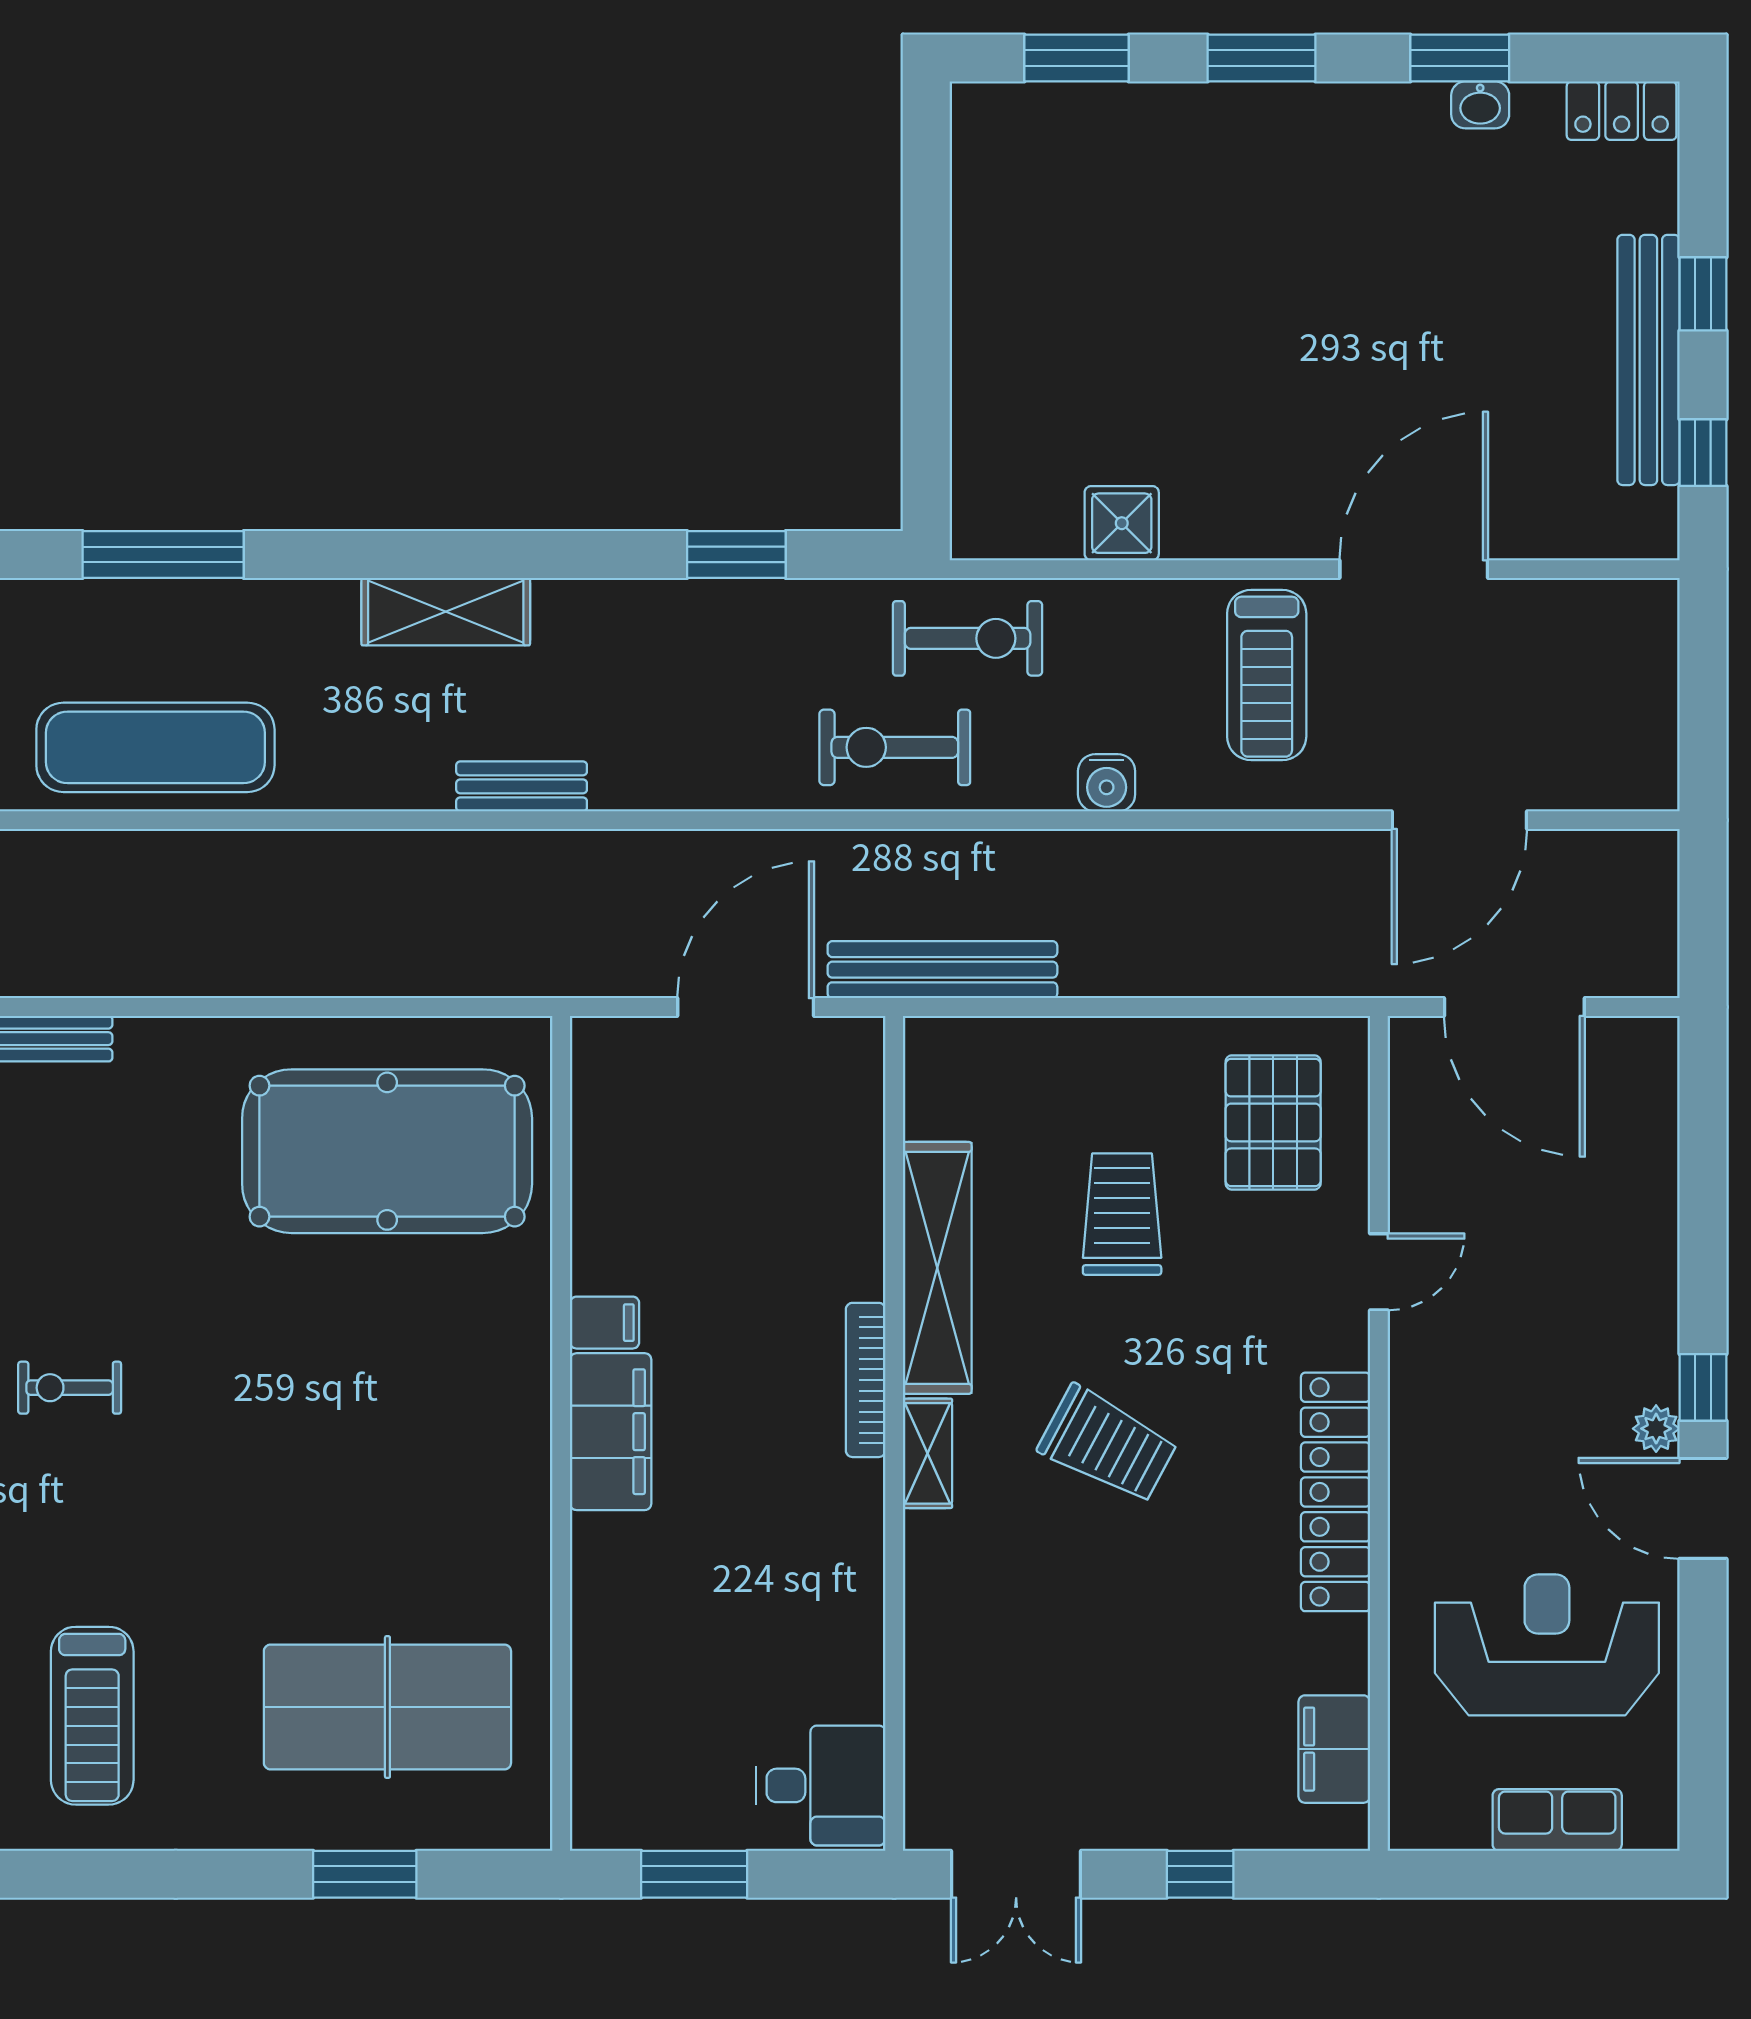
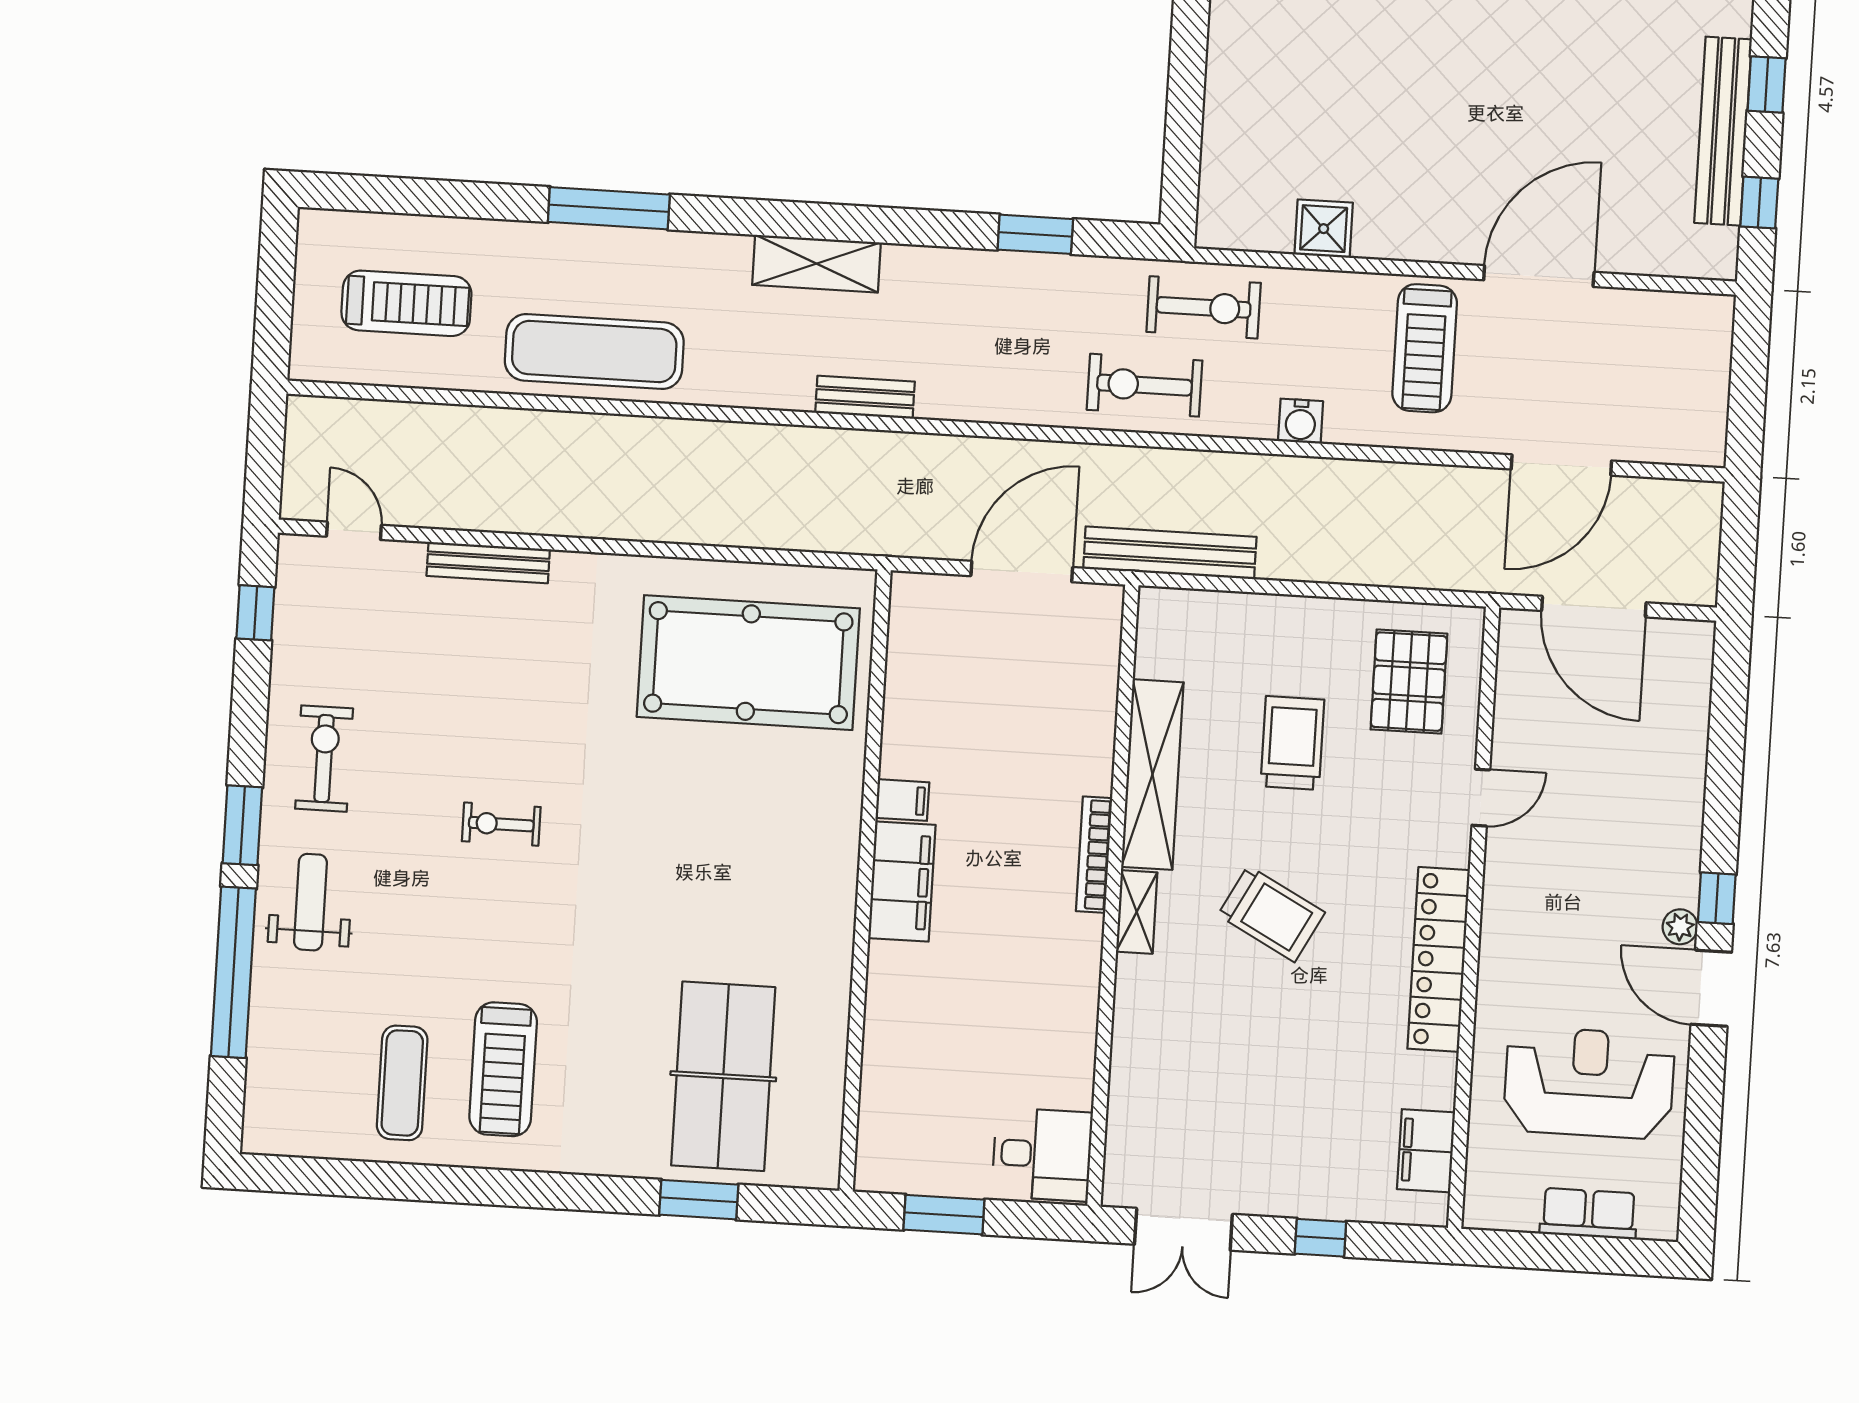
table tennis table: (387, 1707) -> (723, 1076), turned 90

